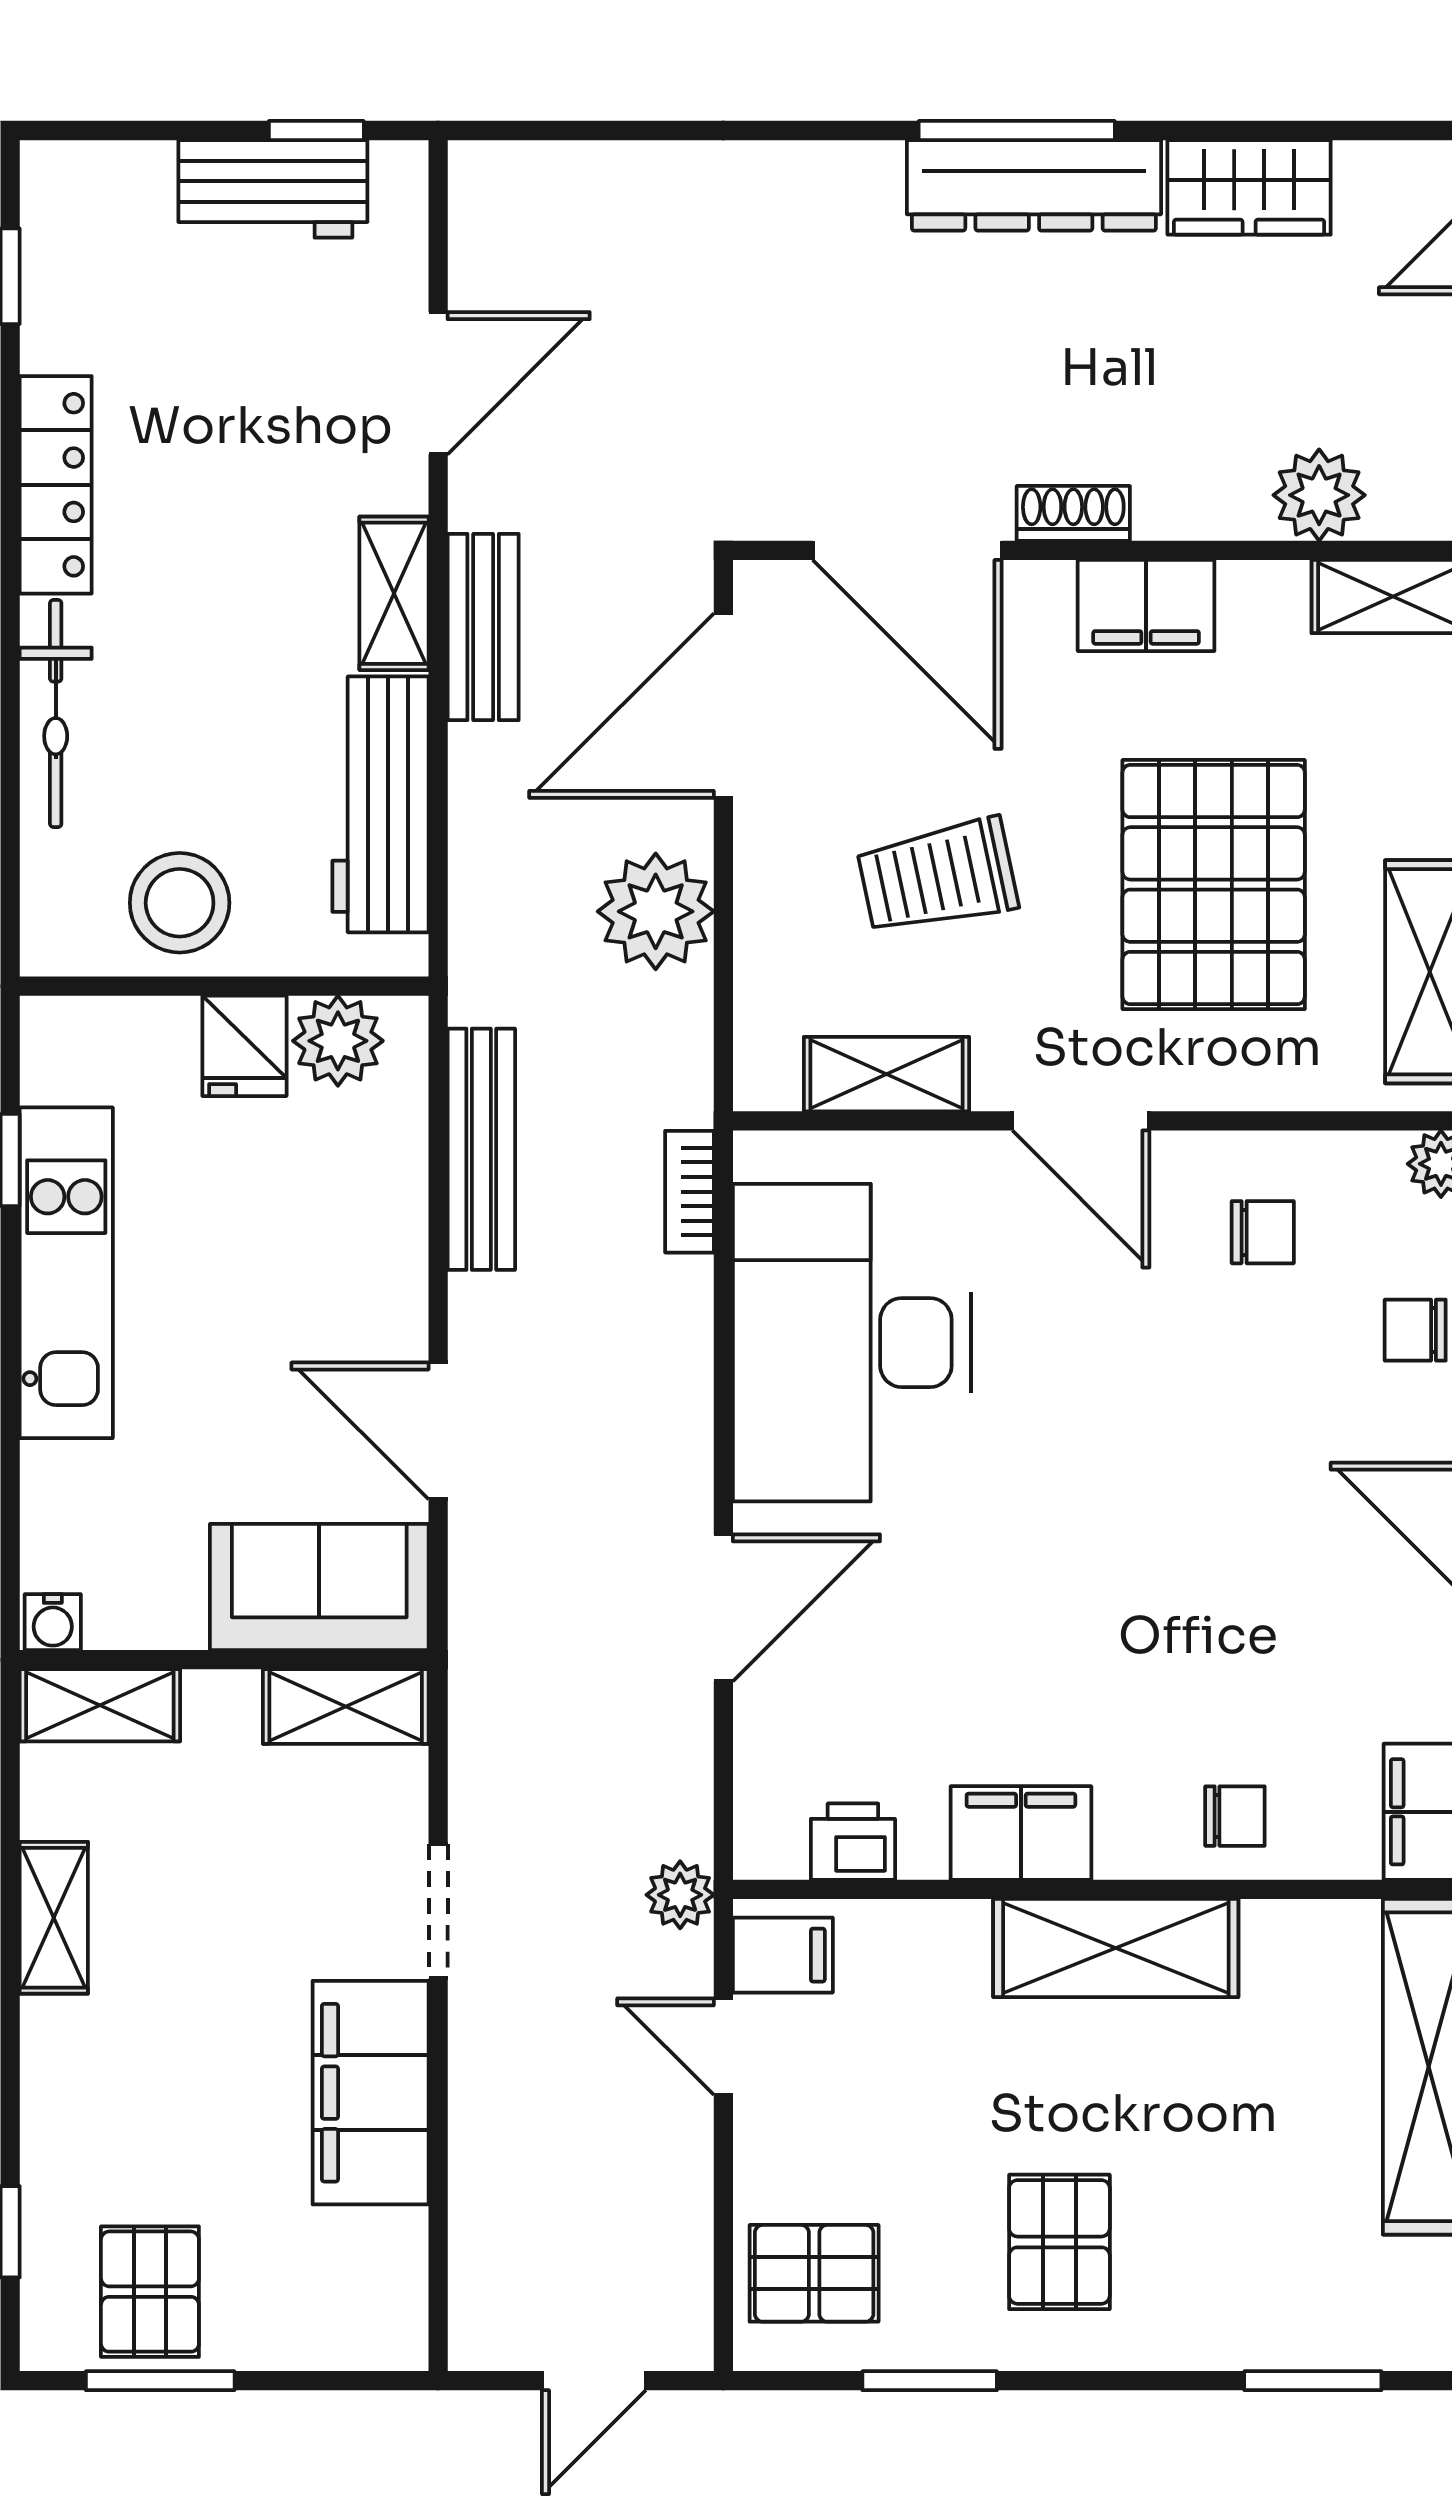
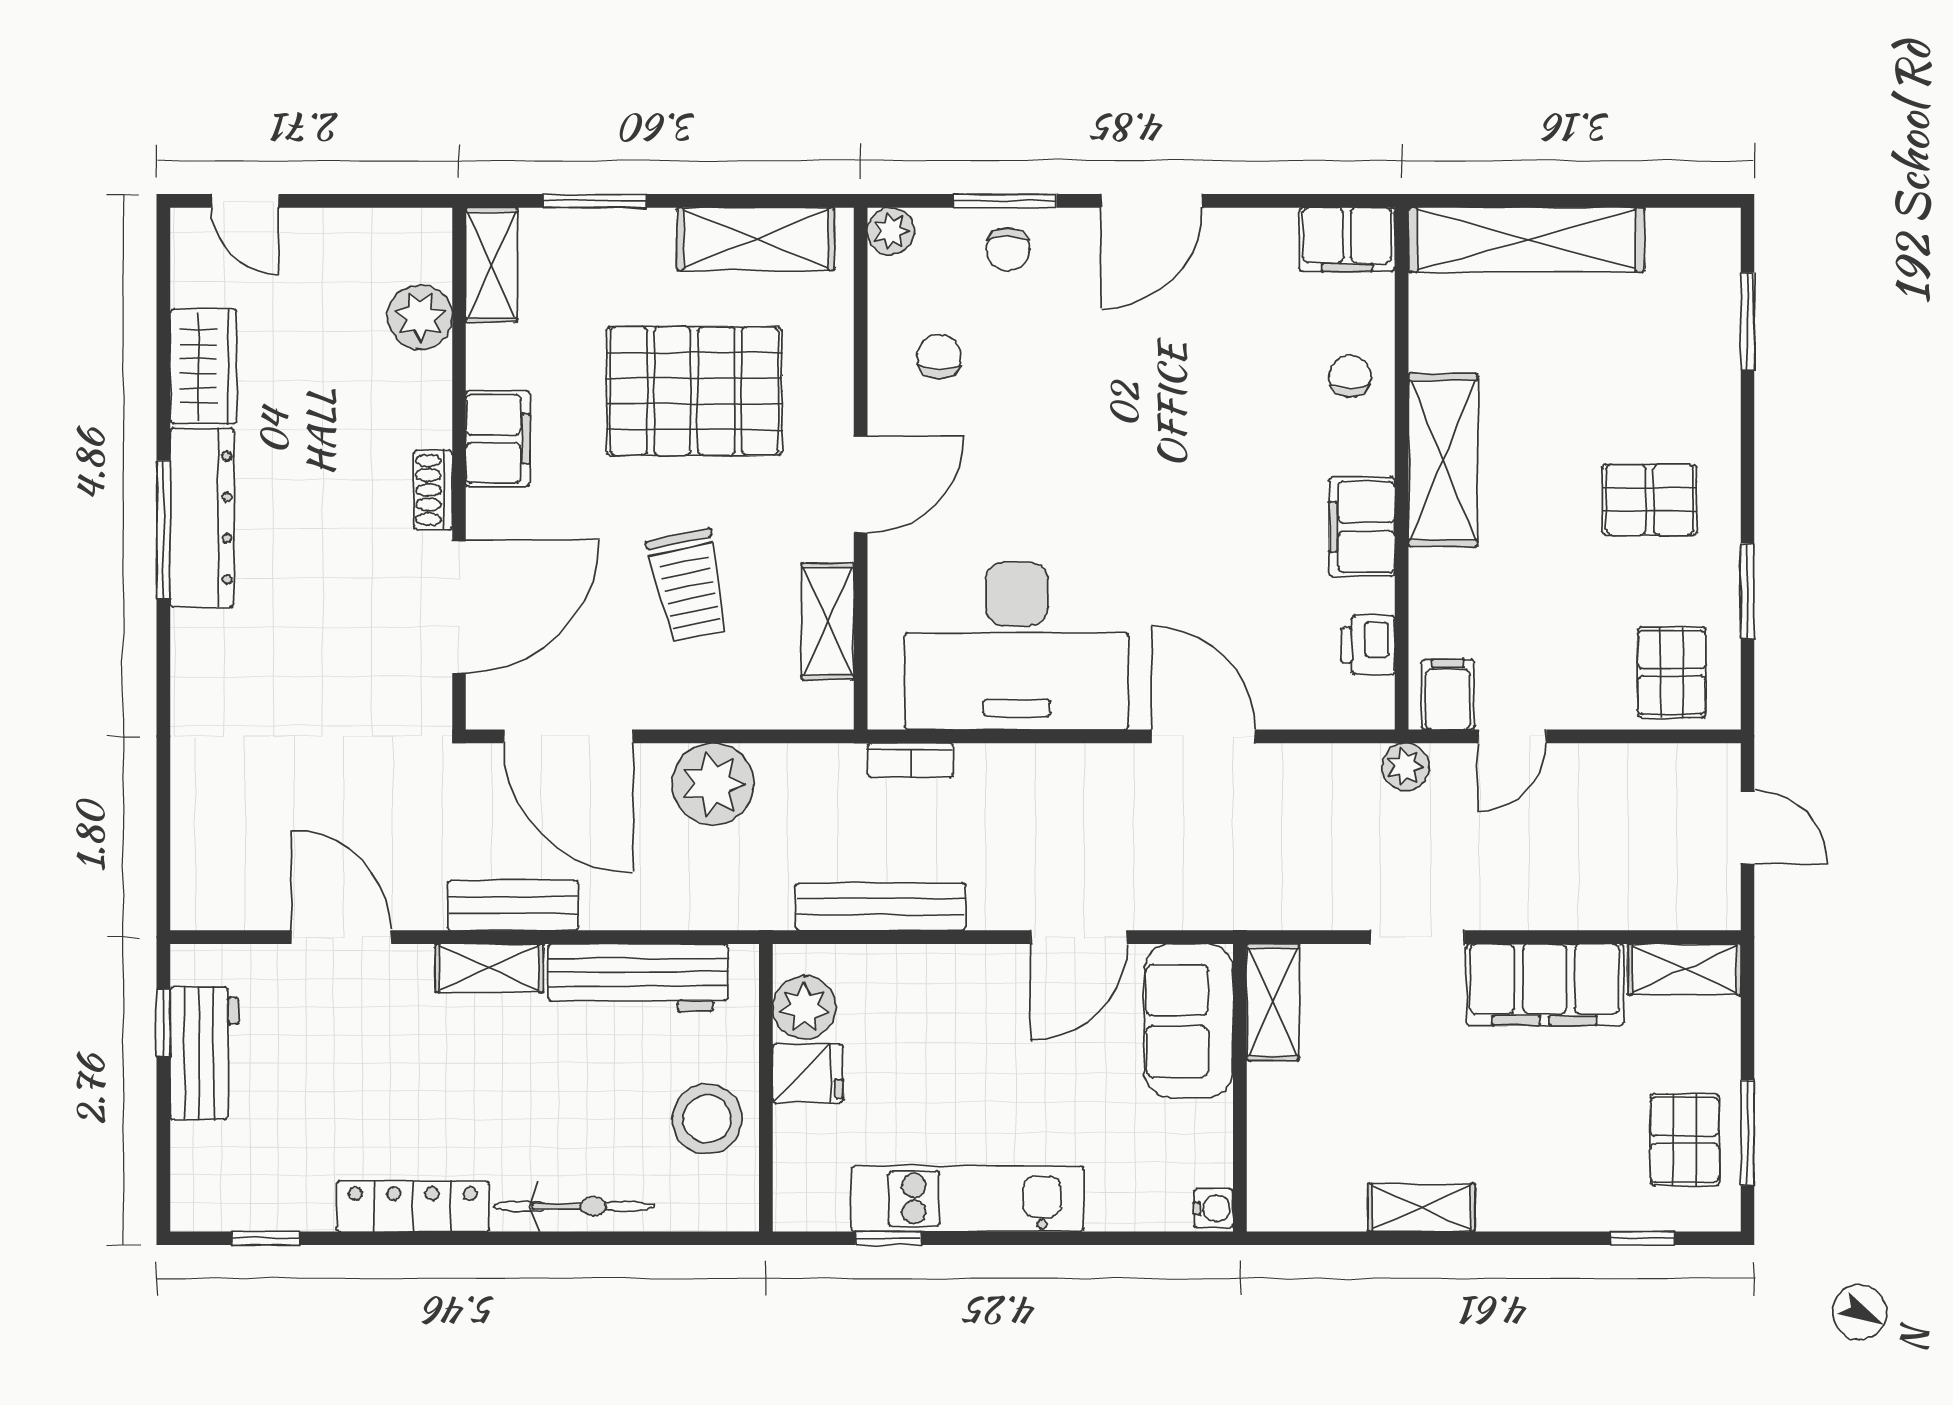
shelving: (100, 1705) -> (1684, 969), moved, turned 90
pallet: (150, 2292) -> (1685, 1140), turned 90

